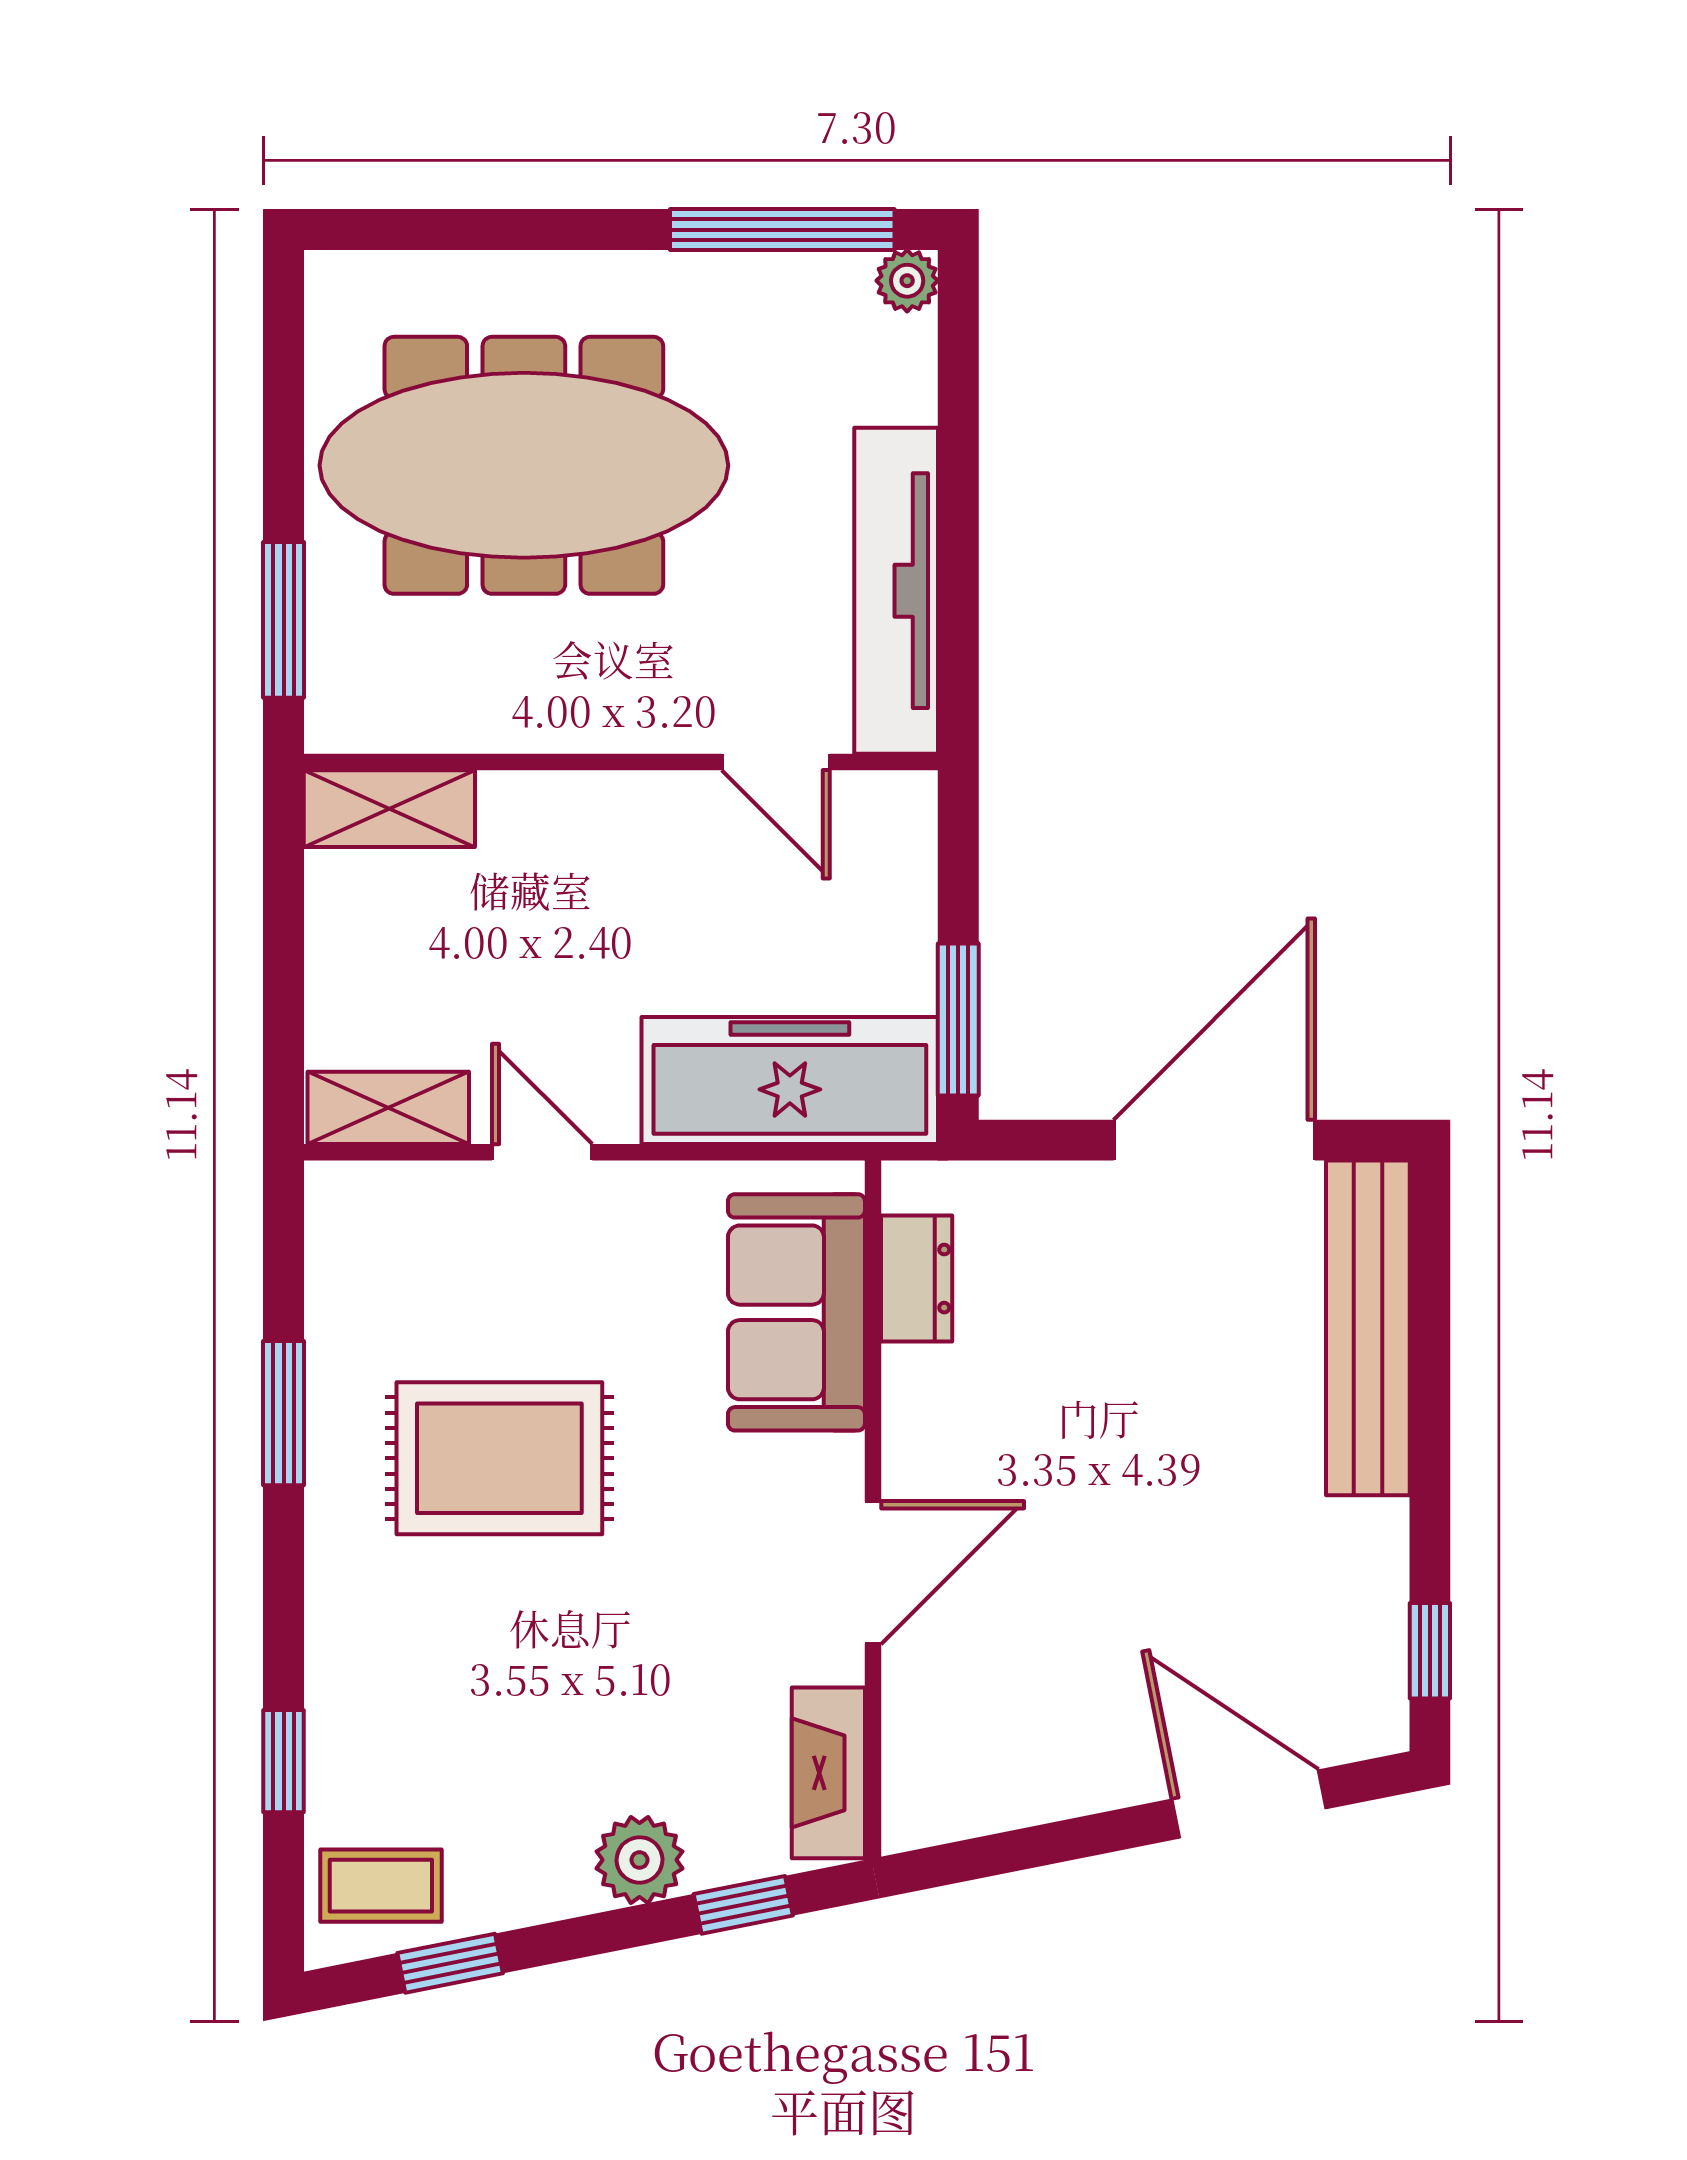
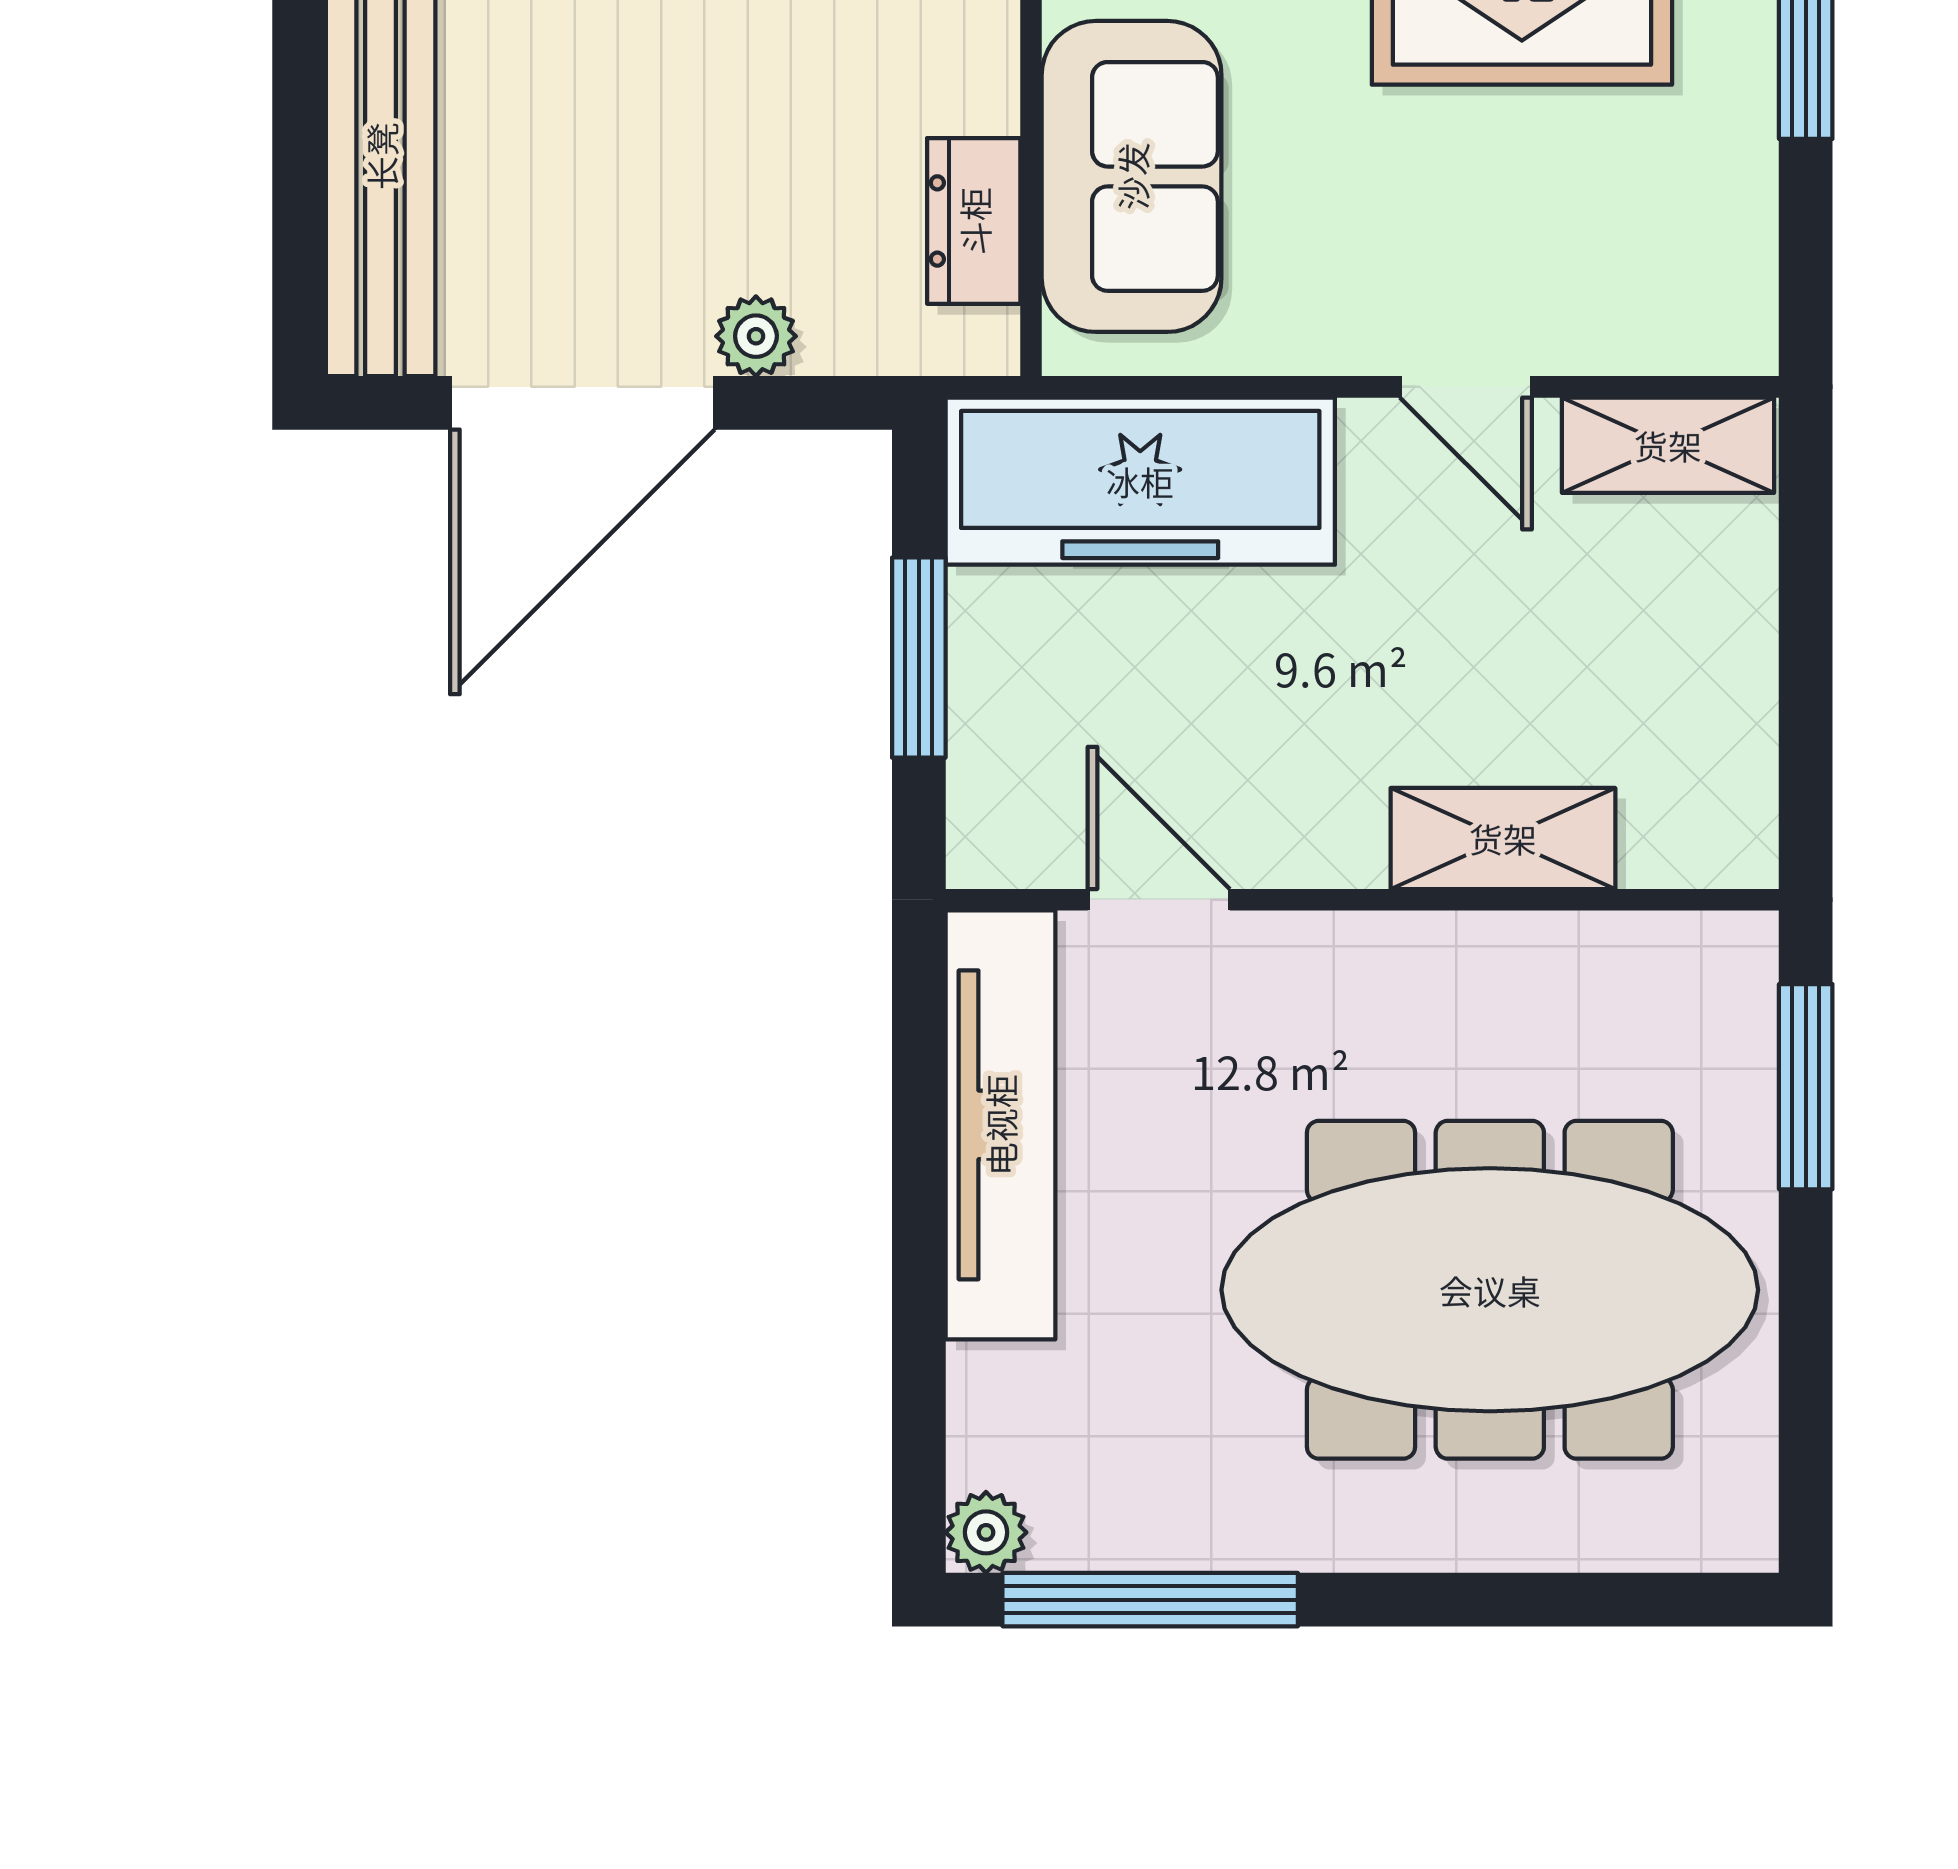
shelving: (389, 809) -> (1503, 838), moved
window: (958, 1020) -> (919, 658), moved
plant: (1082, 1191) -> (756, 336), added

